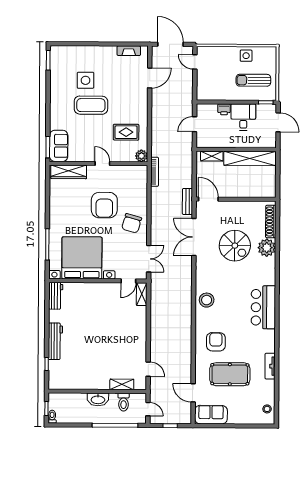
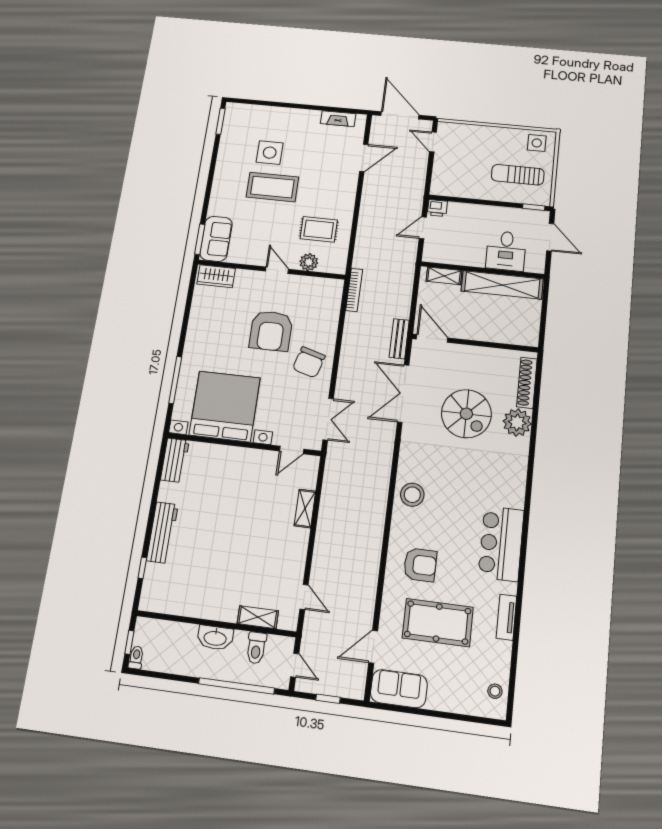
side table: (246, 56) -> (537, 143), moved
printer: (224, 109) -> (437, 208), moved
desk: (243, 117) -> (506, 251), moved, turned 180
plant: (141, 156) -> (309, 262), moved
wardrobe: (69, 172) -> (216, 276), width x0.67
shelving: (142, 294) -> (305, 508), moved
bar counter: (263, 307) -> (501, 544), moved
armchair: (216, 342) -> (420, 565), turned 90
door: (193, 393) -> (373, 647), hinge flipped

